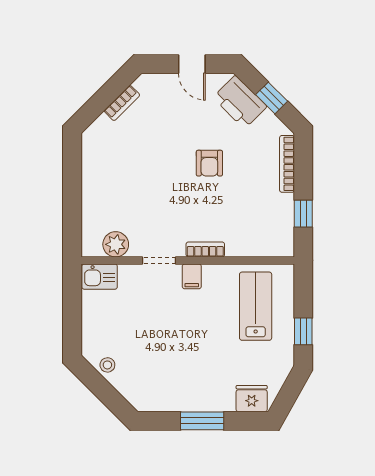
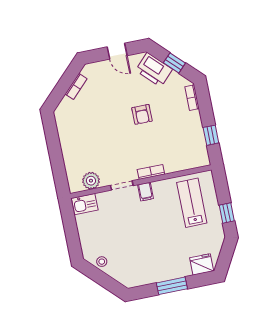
bookcase: (287, 164) -> (192, 98), width x0.64

